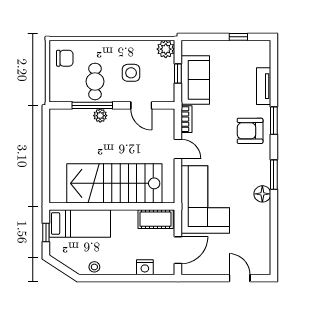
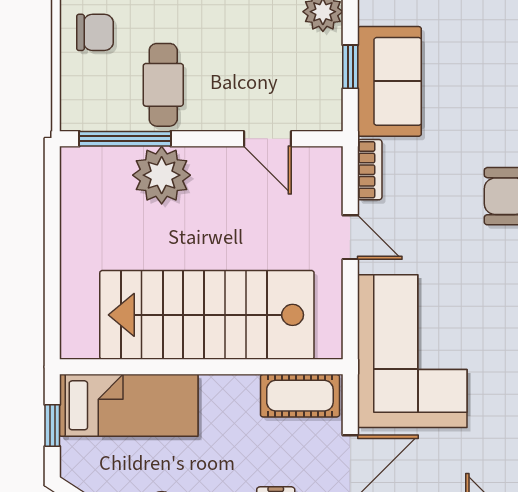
side table: (131, 73) -> (245, 65), removed
window: (92, 105) -> (125, 139), moved
plant: (100, 116) -> (162, 175), width x1.87, depth x1.87

